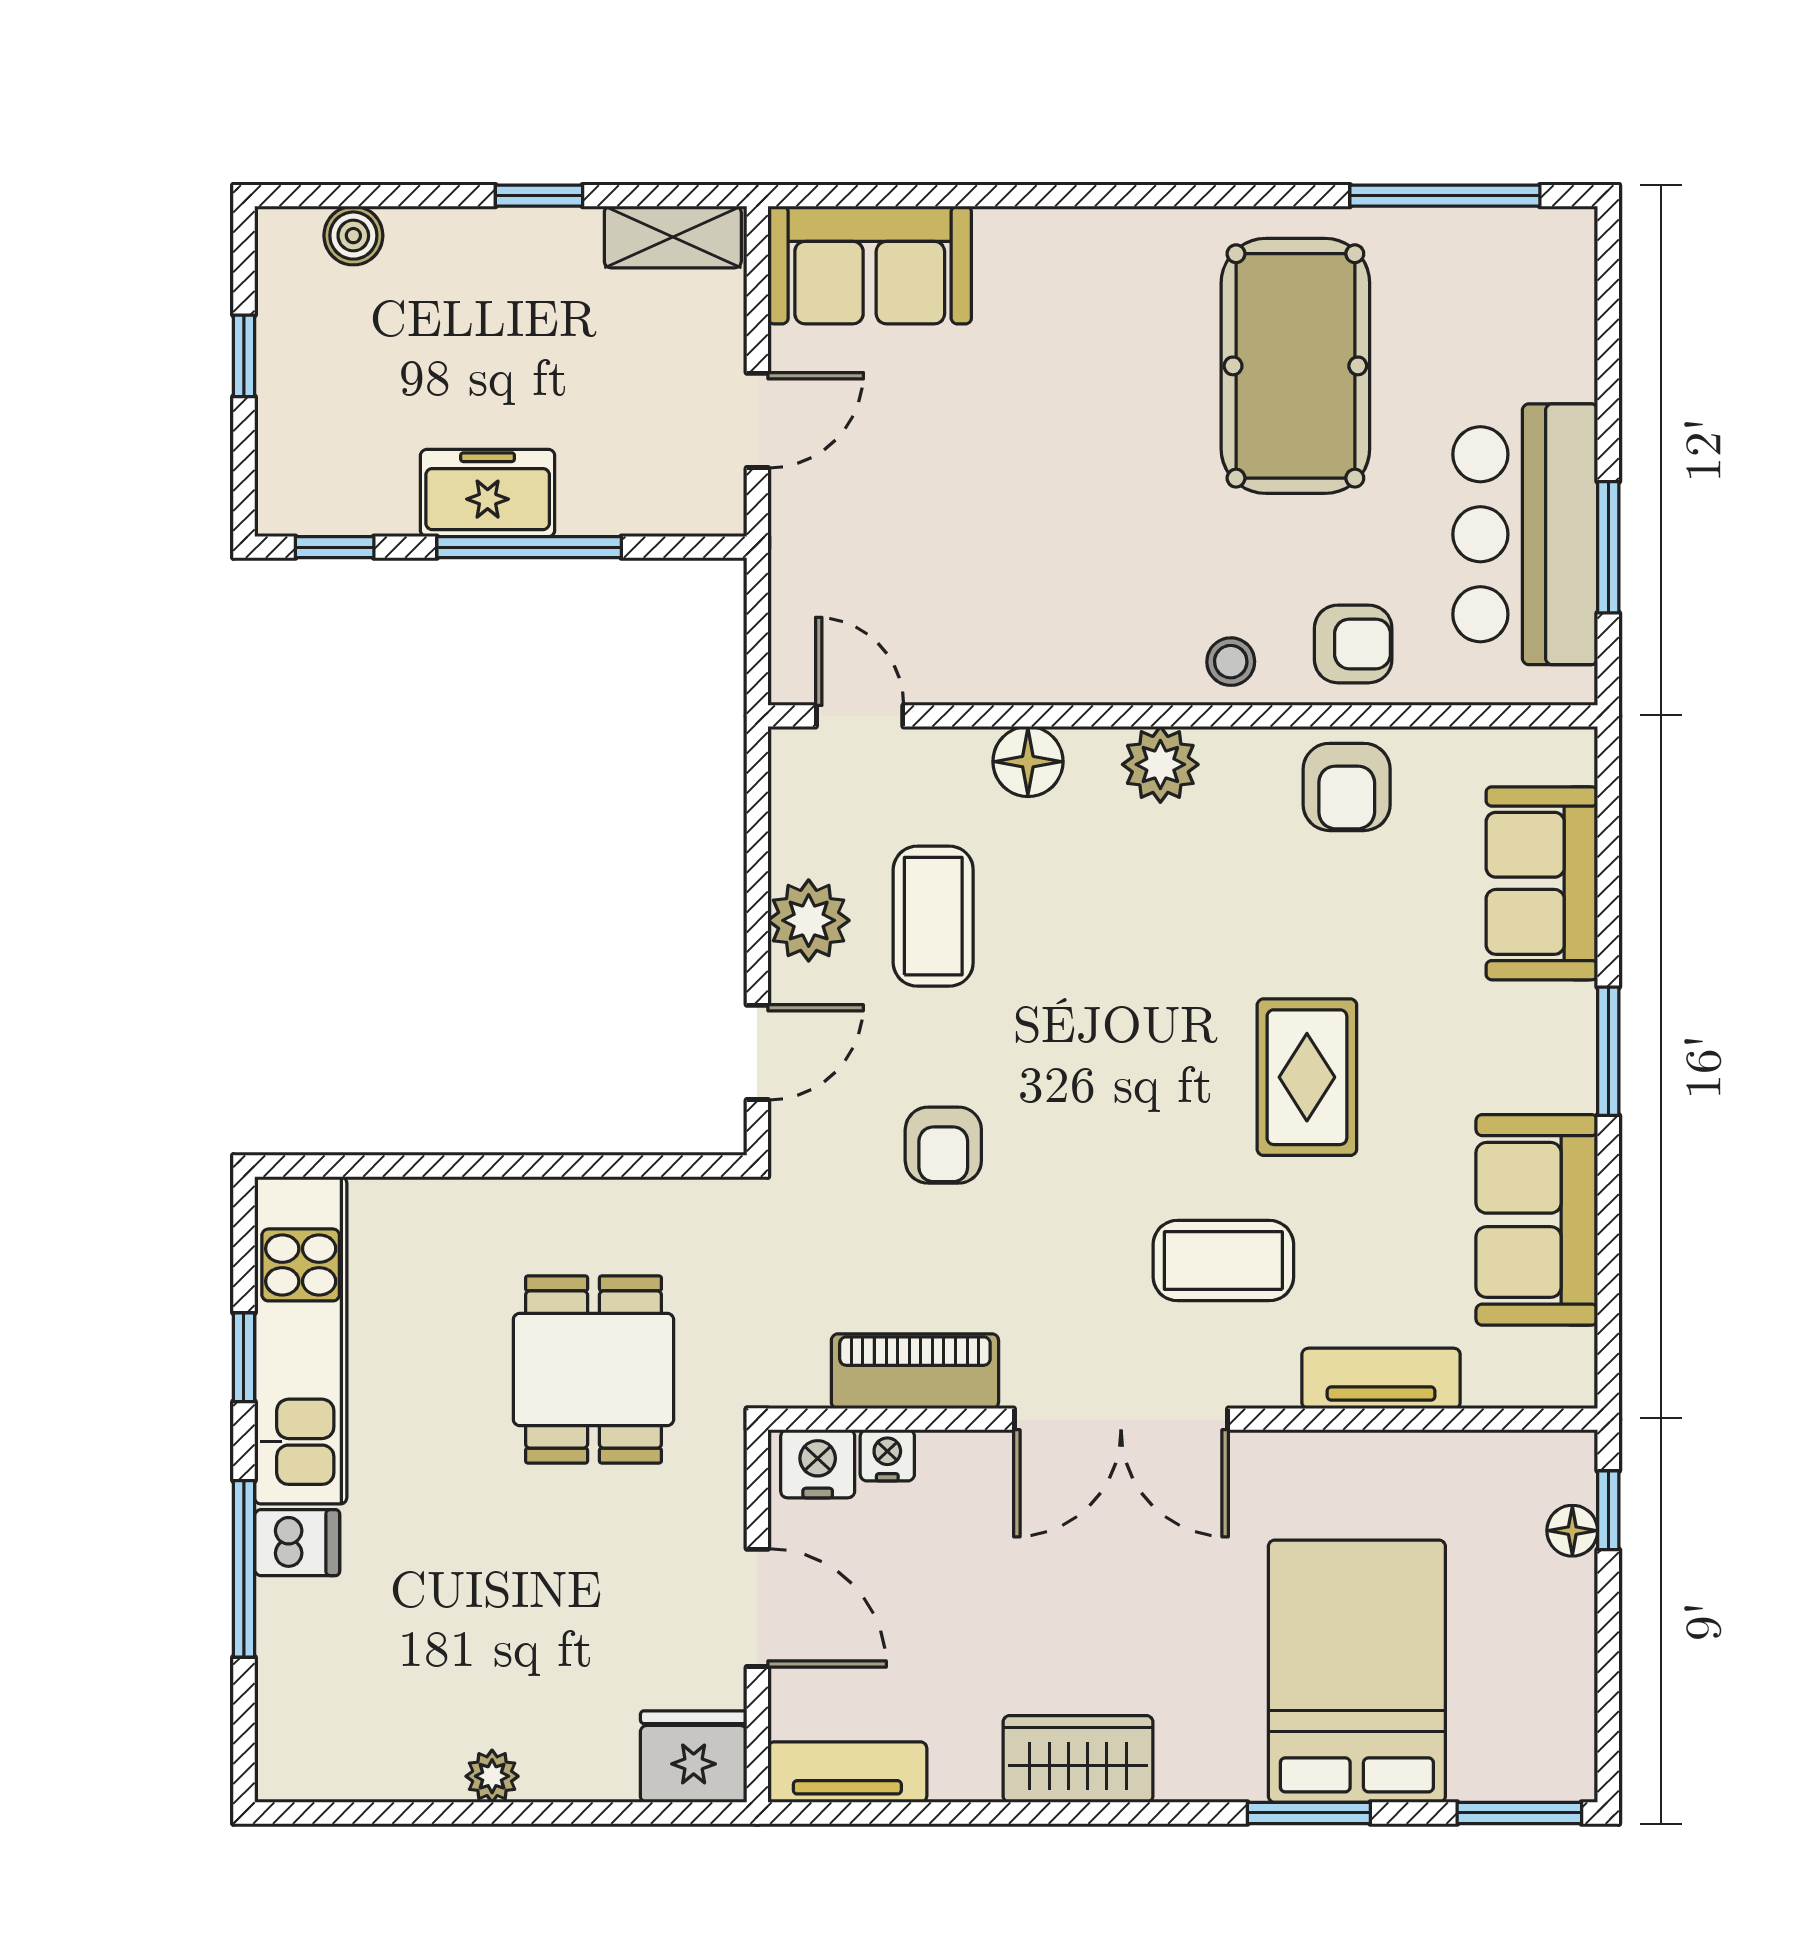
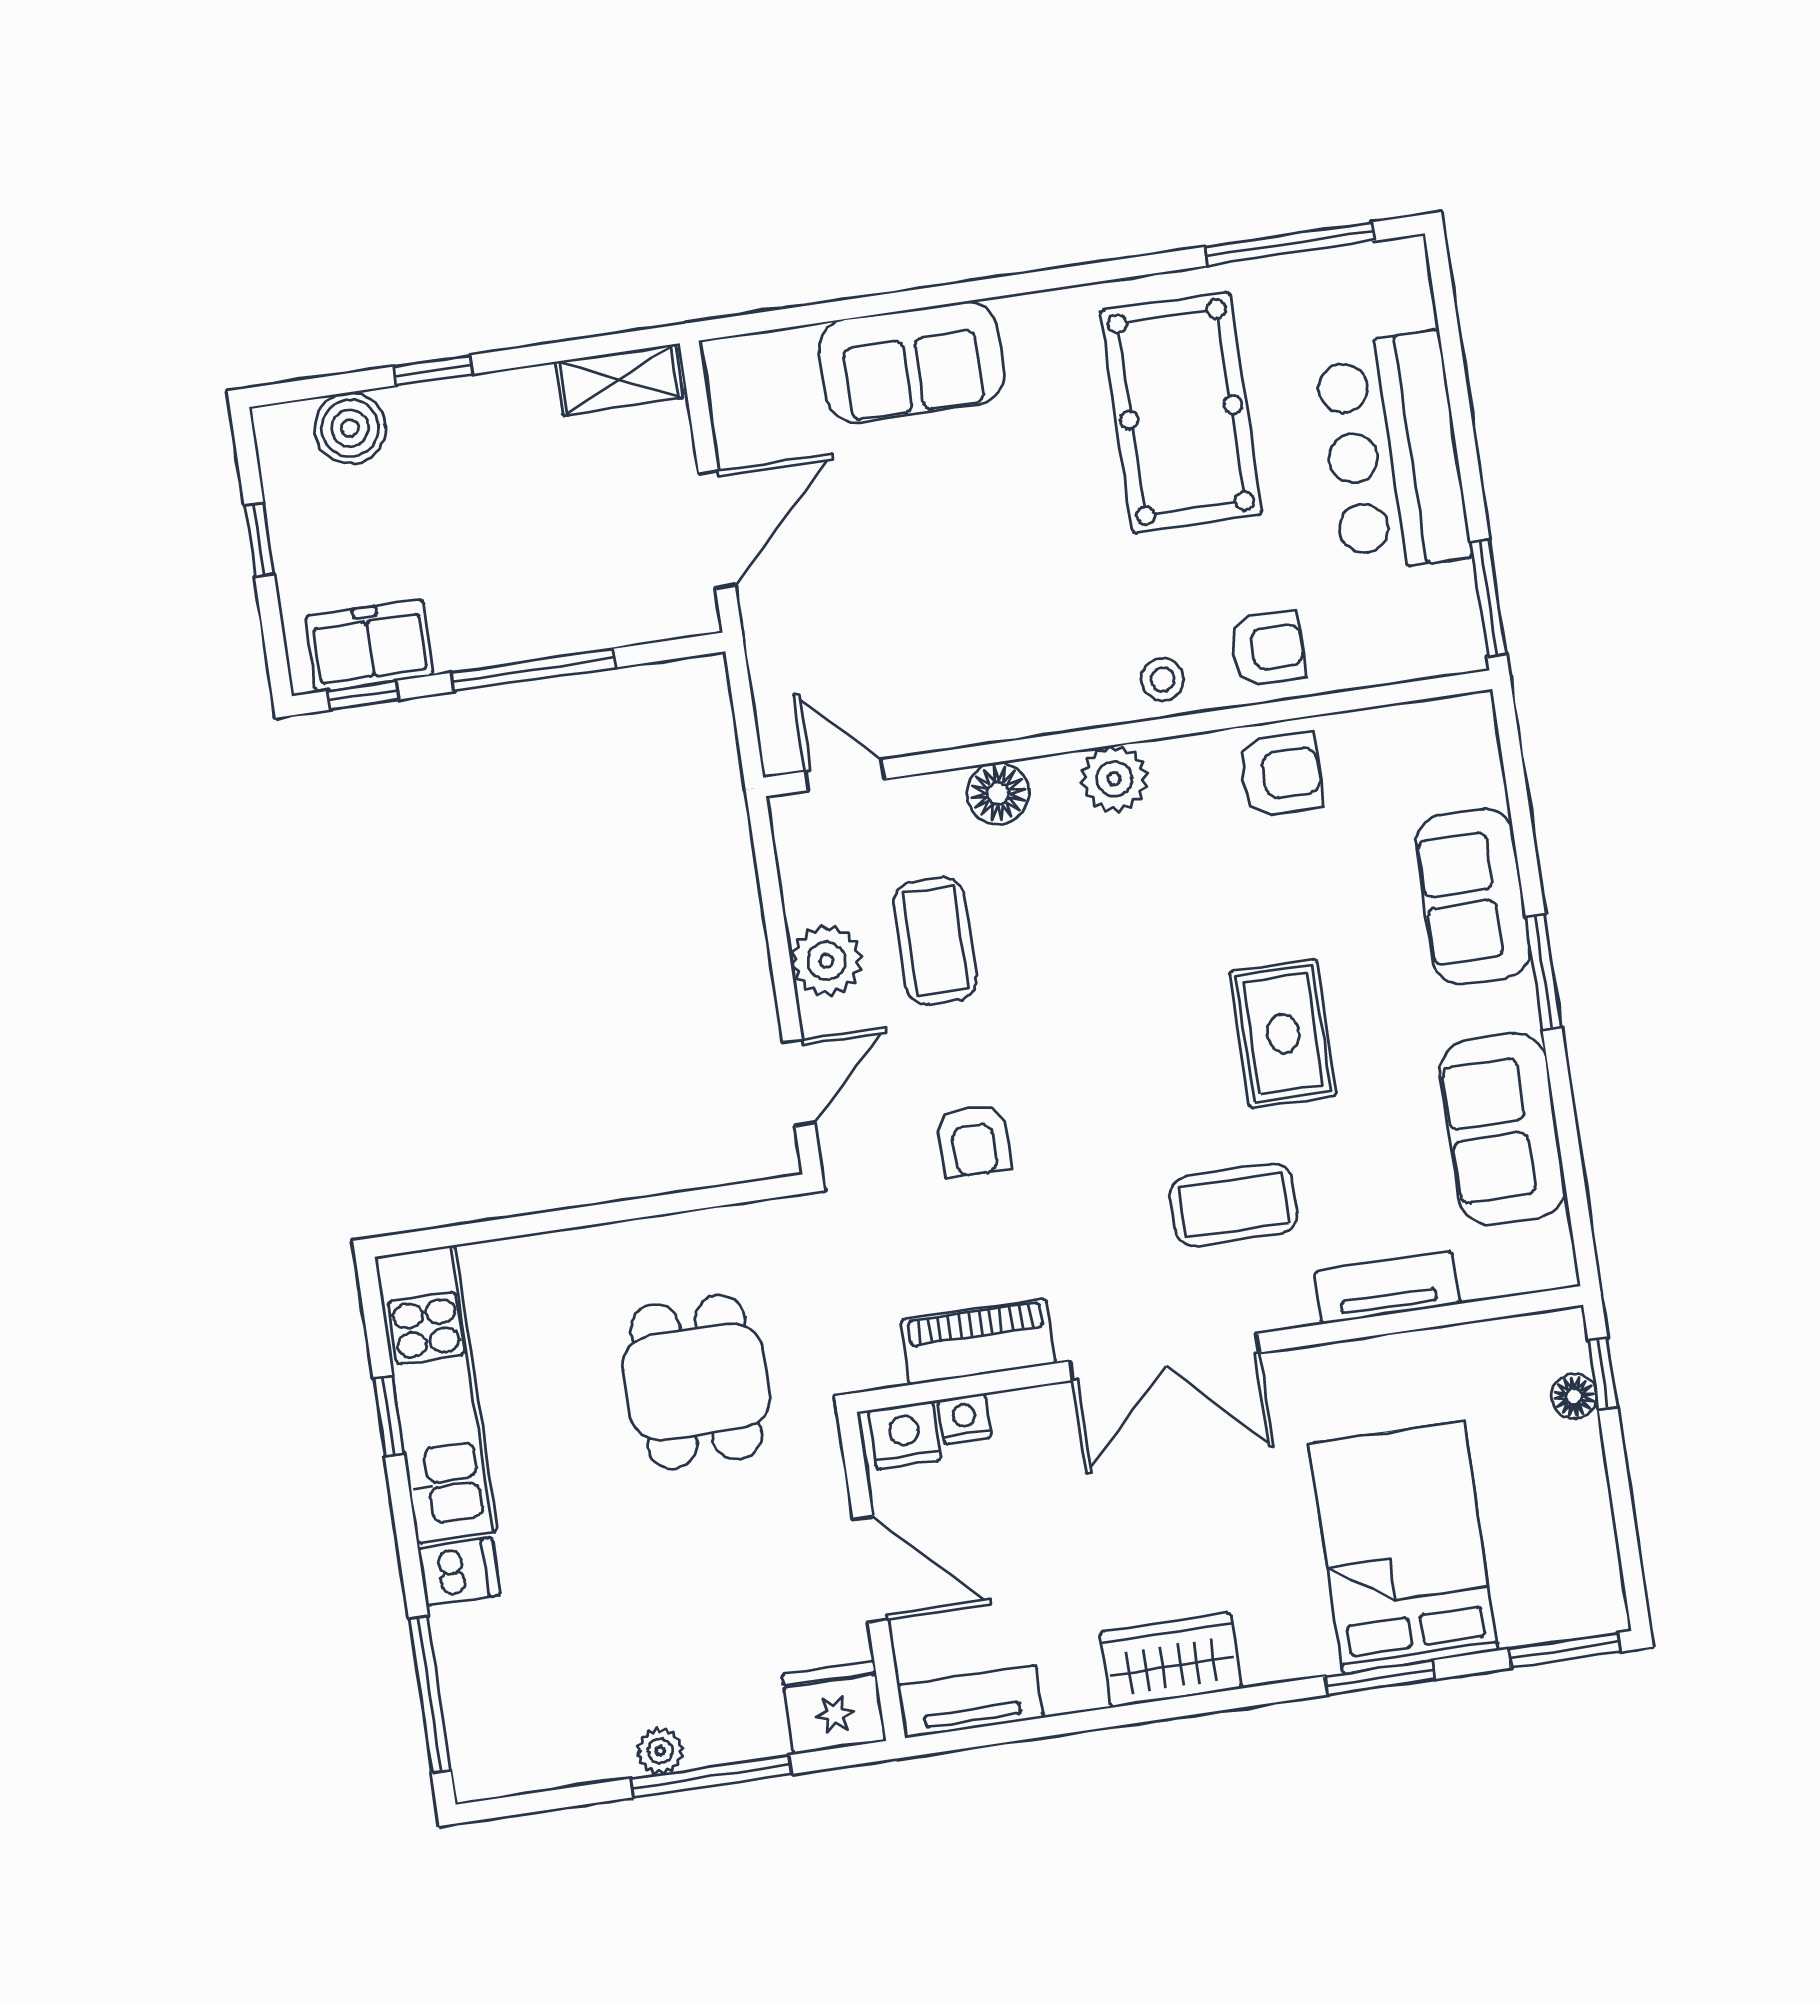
window: (539, 196) -> (433, 370), moved
boiler: (353, 236) -> (350, 428), width x1.36, depth x1.36
sofa: (870, 265) -> (911, 362), moved
door: (757, 420) -> (717, 529), width x1.38
freezer: (488, 493) -> (370, 646), moved
bar counter: (1525, 534) -> (1393, 453), moved
window: (1608, 547) -> (1488, 598), moved
armchair: (1347, 787) -> (1280, 774), turned -90
sofa: (1542, 883) -> (1473, 897), moved
window: (244, 1569) -> (430, 1694), moved
window: (545, 1813) -> (711, 1776), added

